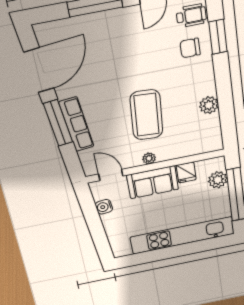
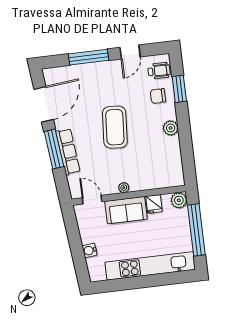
plant: (209, 105) -> (171, 128), moved
coffee table: (146, 115) -> (115, 127), moved
plant: (218, 180) -> (179, 200), moved
water cooler: (104, 207) -> (90, 250), moved

